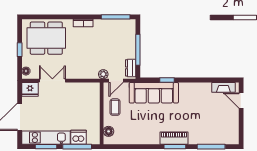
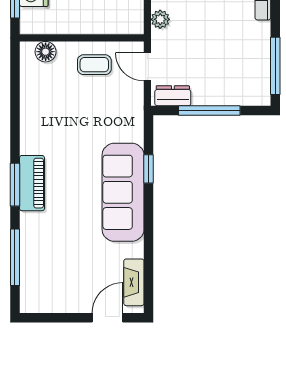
plant: (103, 74) -> (160, 19), moved
sofa: (154, 93) -> (123, 192), moved

